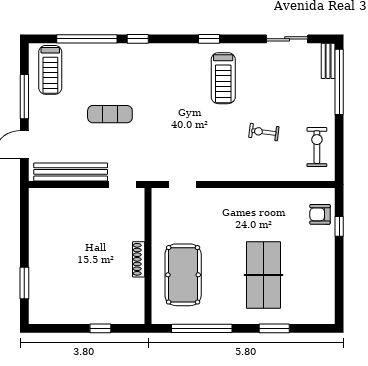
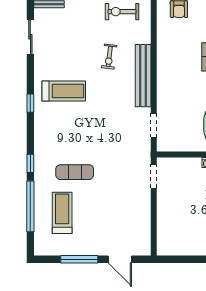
treadmill: (50, 70) -> (62, 213), moved, turned -90
exercise mat: (110, 114) -> (75, 172), moved, turned 90
bench: (71, 172) -> (143, 76), moved

